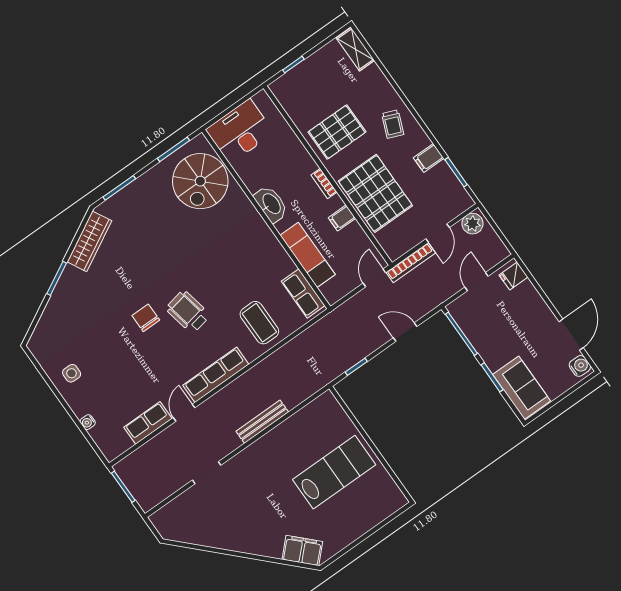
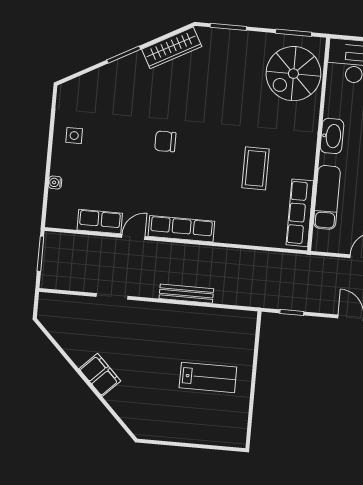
row of seats: (303, 293) -> (300, 213), width x1.48
wheelchair: (188, 312) -> (201, 164), removed
chair: (146, 318) -> (165, 141), turned -90
coffee table: (259, 323) -> (256, 168), moved
lab bench: (334, 472) -> (208, 377), width x0.73, depth x0.72
filing cabinet: (302, 551) -> (100, 375), moved

